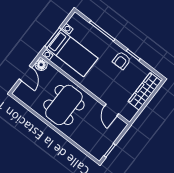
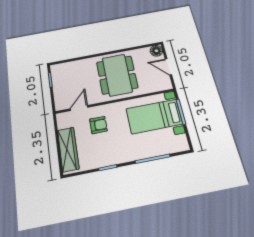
armchair: (122, 61) -> (98, 125), moved, turned 90
floor lamp: (41, 65) -> (156, 51), moved
door: (111, 110) -> (79, 108), hinge flipped

